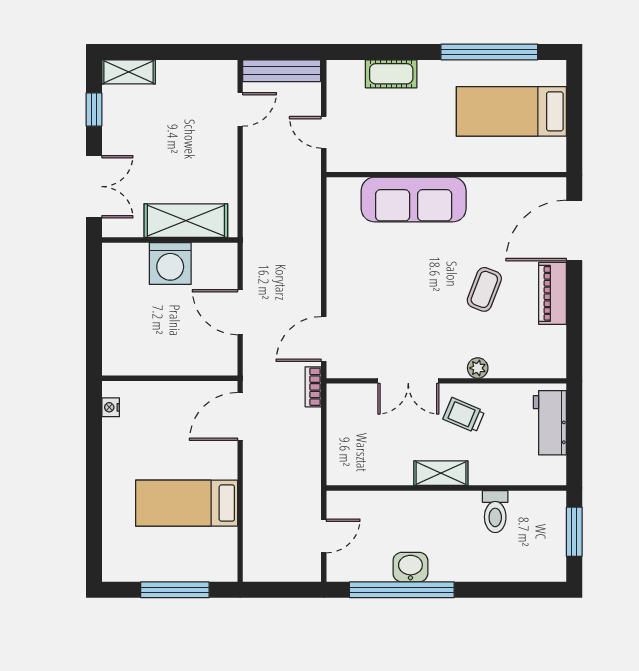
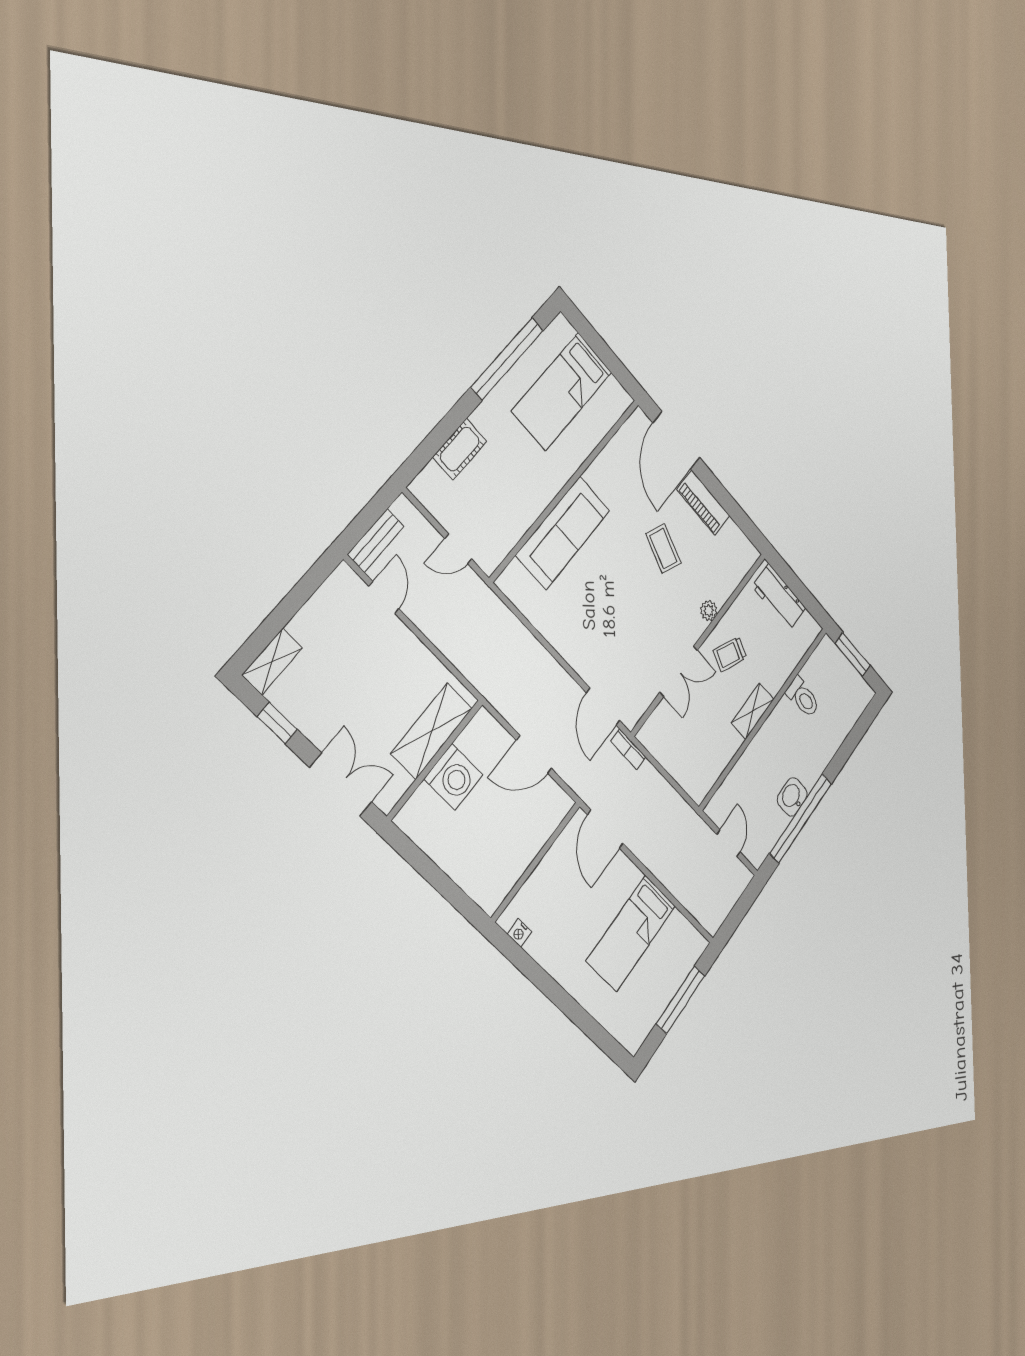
bench: (282, 71) -> (376, 540), width x0.73

